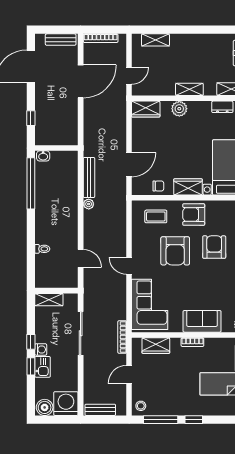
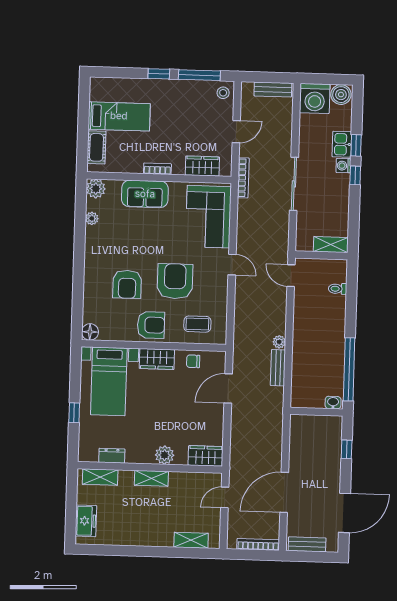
bench: (89, 177) -> (278, 368), width x0.73
wall: (56, 291) -> (321, 255), moved
shelving: (49, 300) -> (331, 245), moved

